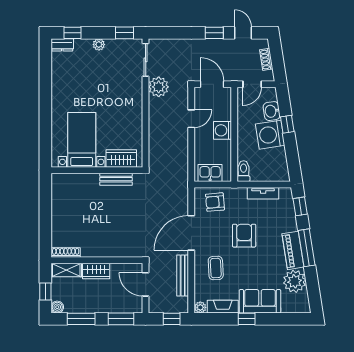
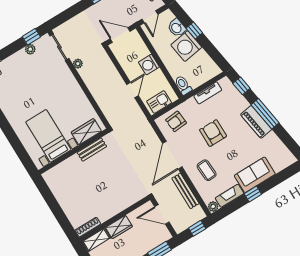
plant: (99, 44) -> (30, 49), moved
plant: (159, 87) -> (78, 64), width x0.53, depth x0.53
door: (191, 119) -> (133, 90), moved
plant: (295, 281) -> (271, 144), removed

